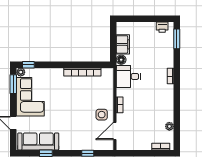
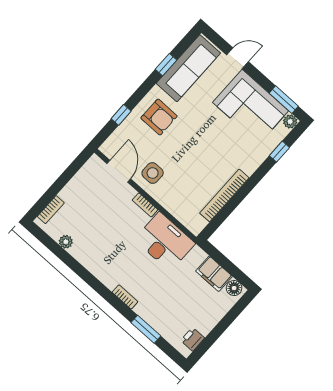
window: (177, 39) -> (146, 329), moved
floor lamp: (121, 60) -> (234, 288), moved
window: (28, 65) -> (279, 152), moved
desk: (128, 76) -> (165, 242), width x1.37
armchair: (73, 135) -> (159, 117), added

